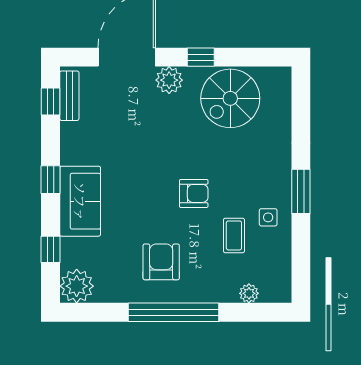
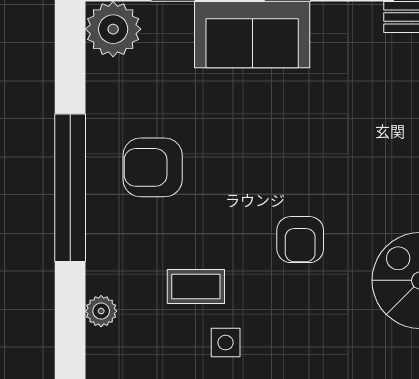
armchair: (194, 193) -> (300, 240), moved
armchair: (161, 262) -> (153, 167), turned 180

